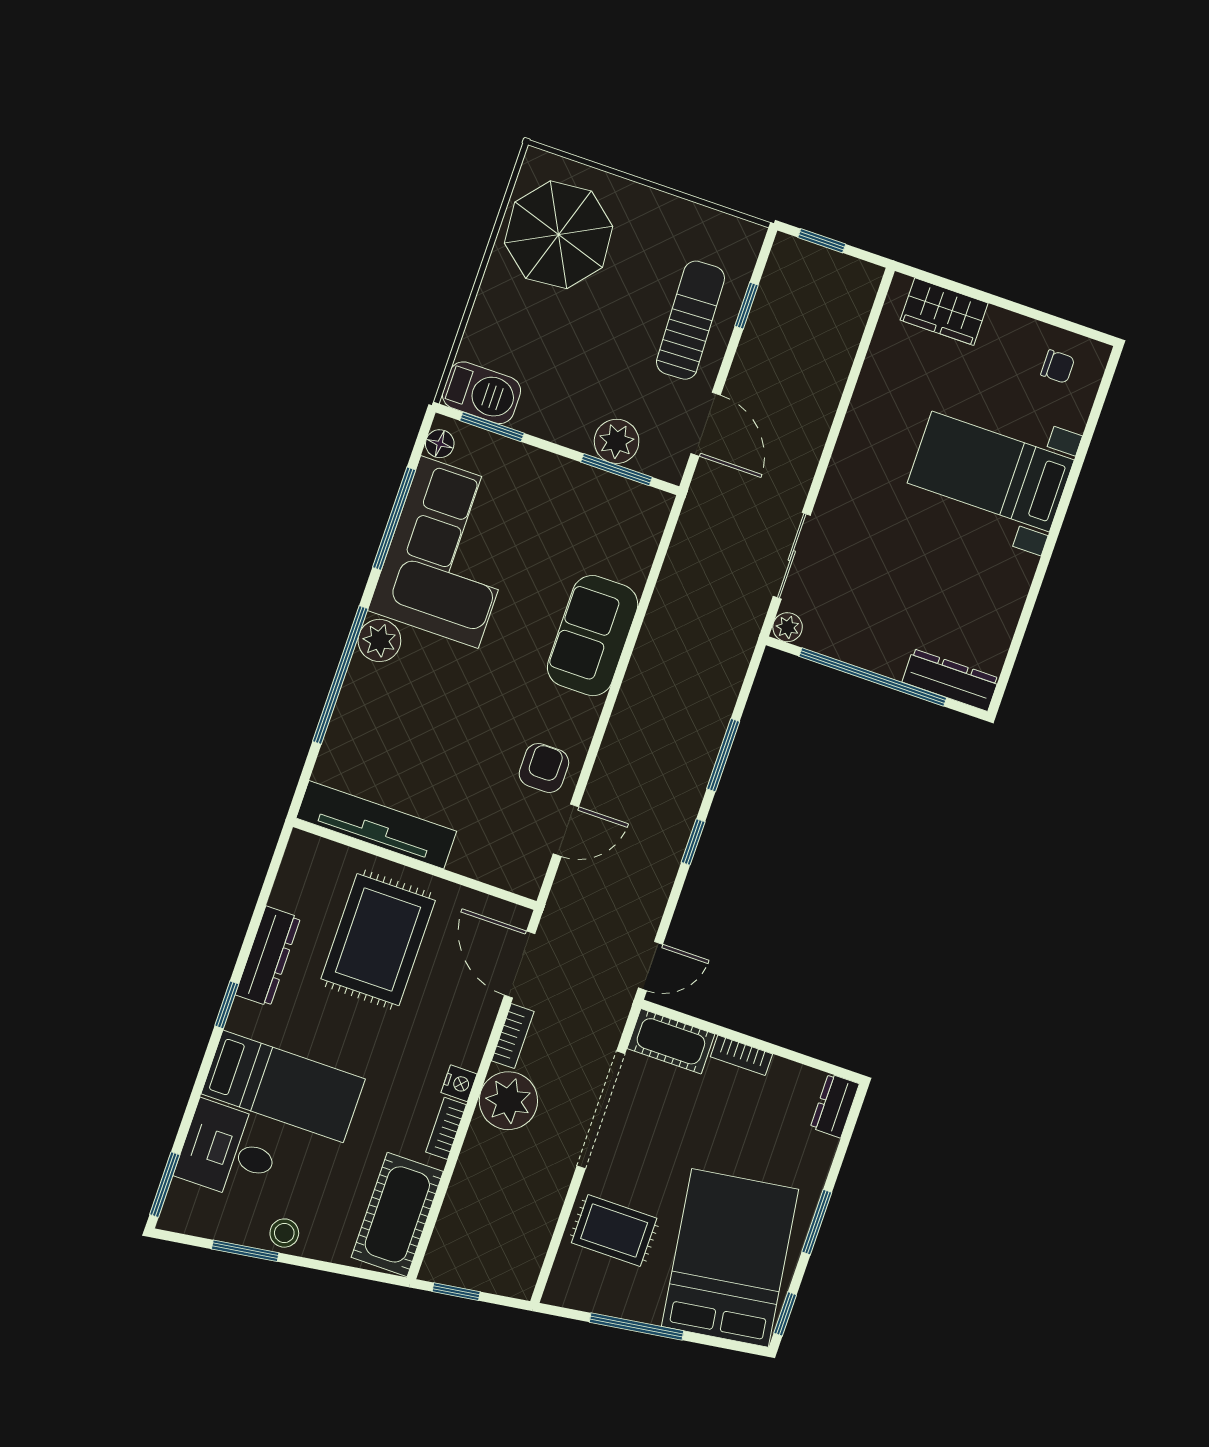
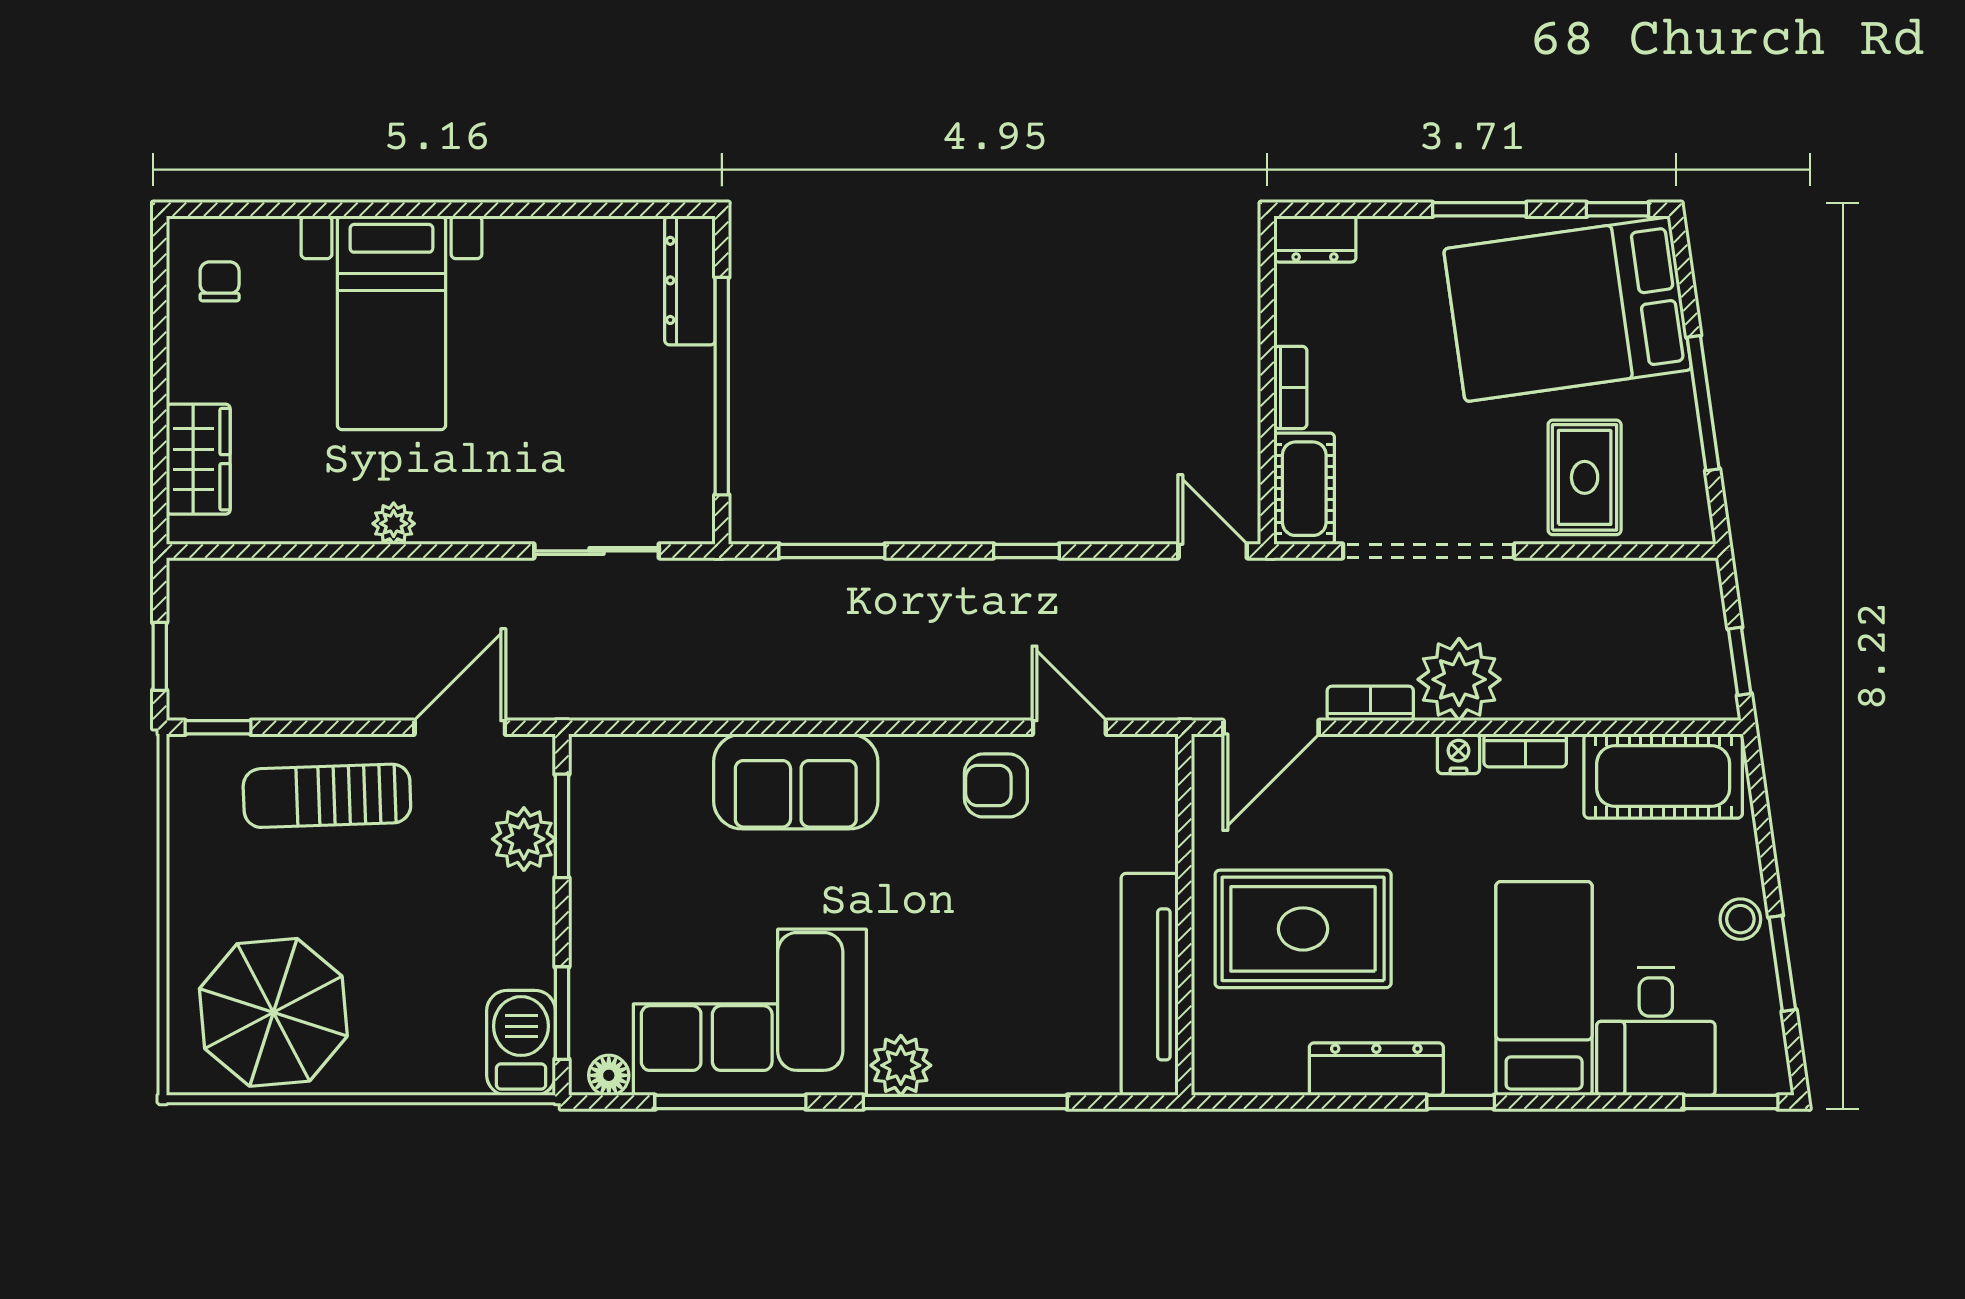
window: (746, 306) -> (218, 727), moved
plant: (788, 627) -> (394, 524), moved
window: (723, 755) -> (832, 551), moved

